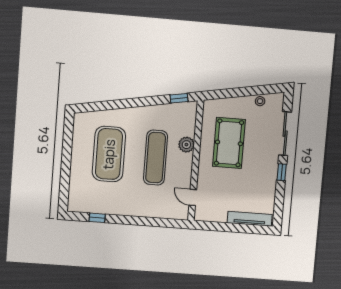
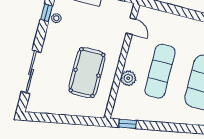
stool: (260, 101) -> (56, 18), moved
window: (282, 172) -> (46, 13), moved

